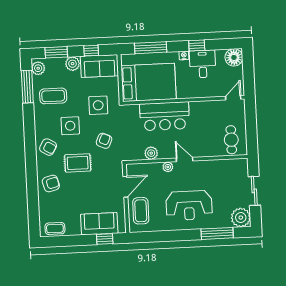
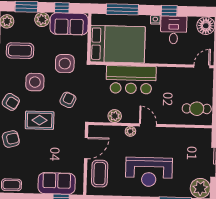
cafe table: (231, 140) -> (197, 109), turned 90

